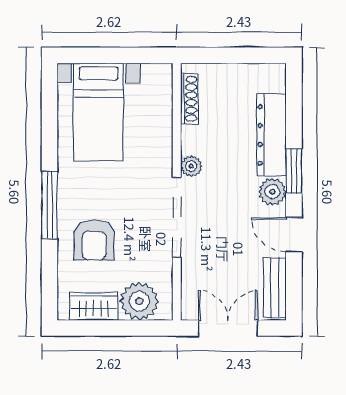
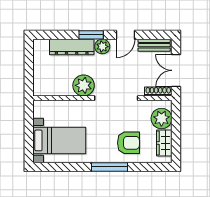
shoe rack: (189, 99) -> (158, 91), moved
plant: (191, 166) -> (84, 85), width x1.88, depth x1.88

